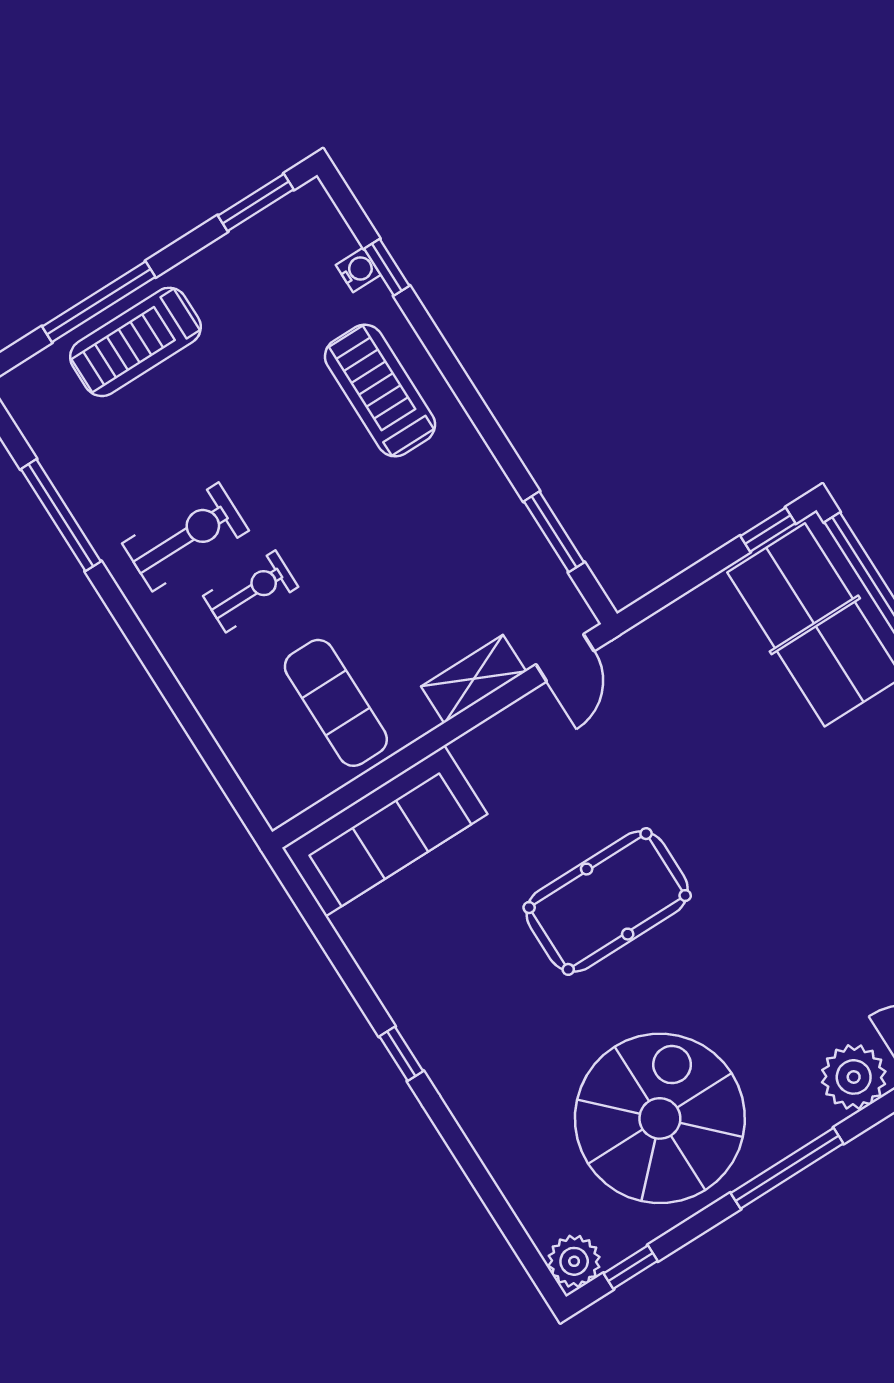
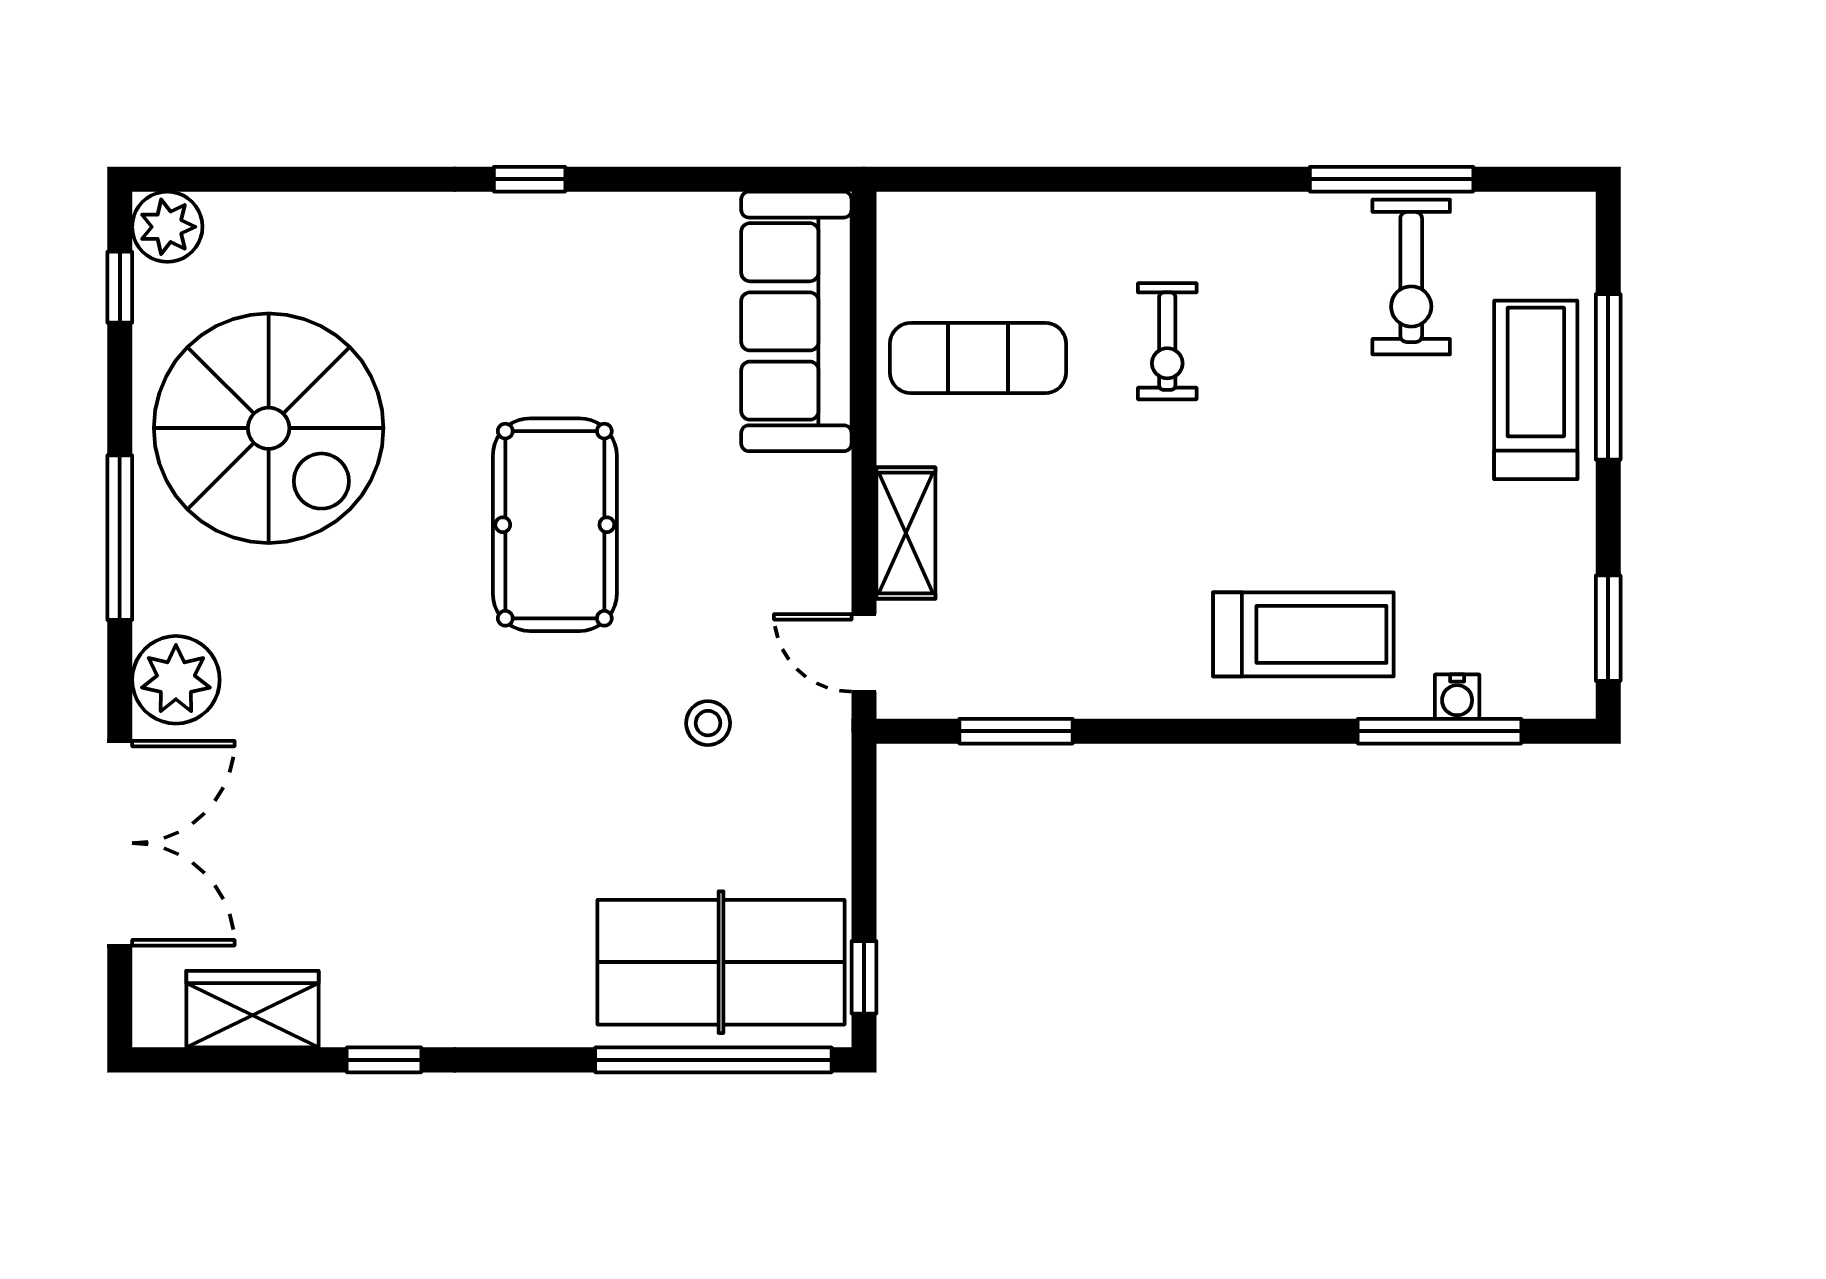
window: (387, 267) -> (1440, 731), width x2.17
exercise bike: (185, 537) -> (1411, 277), moved
stool: (671, 727) -> (708, 723), added

